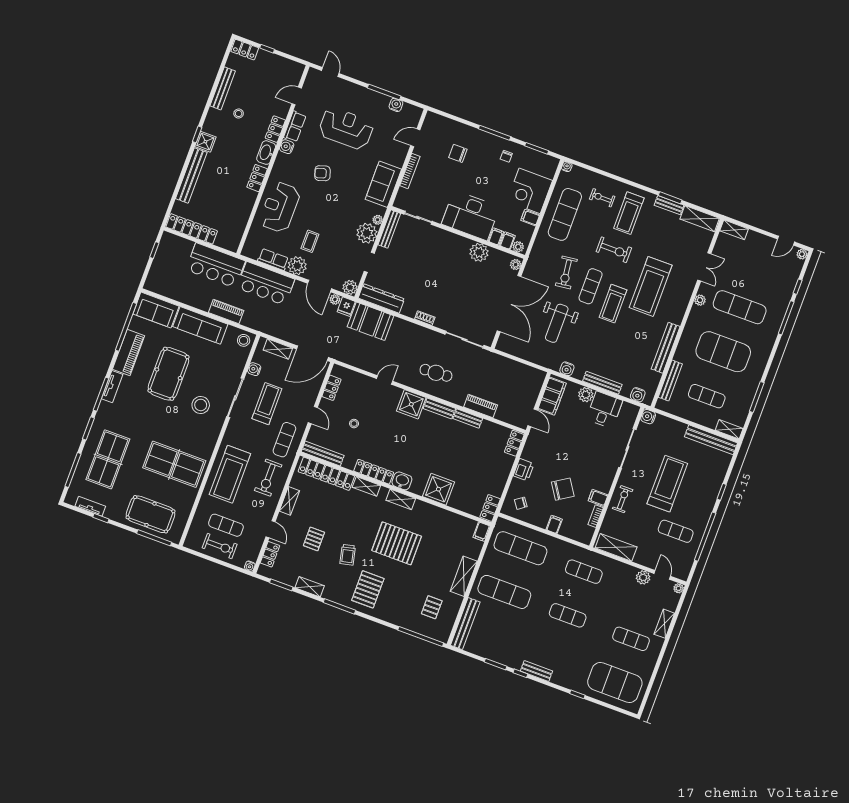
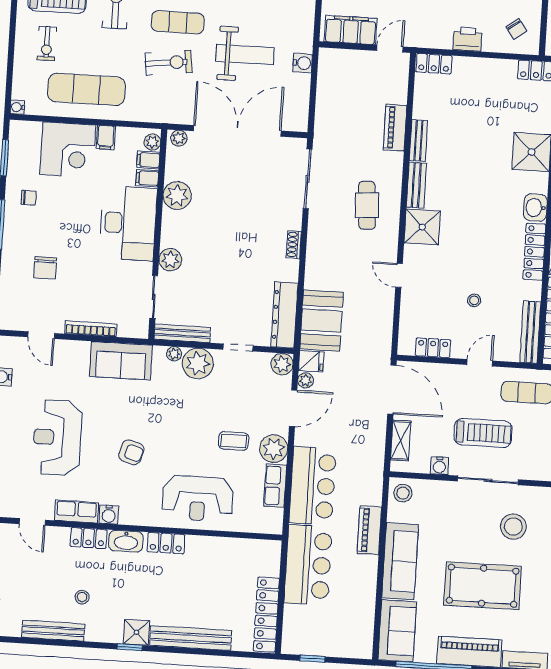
armchair: (322, 173) -> (131, 452), turned -56
plant: (439, 236) -> (170, 260), added
water cooler: (567, 369) -> (303, 63), moved
treadmill: (267, 404) -> (483, 433), turned 180

